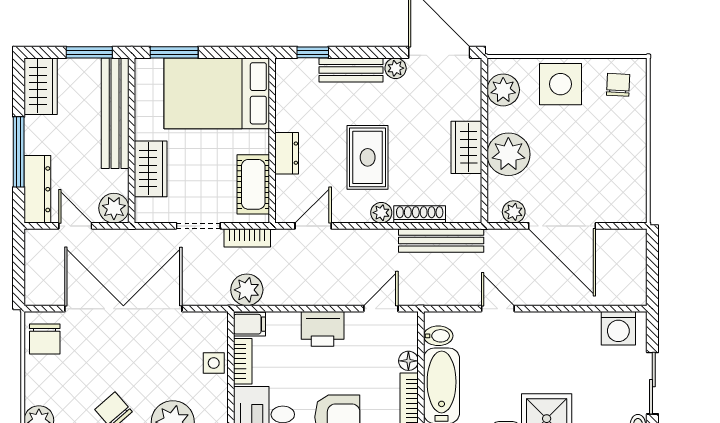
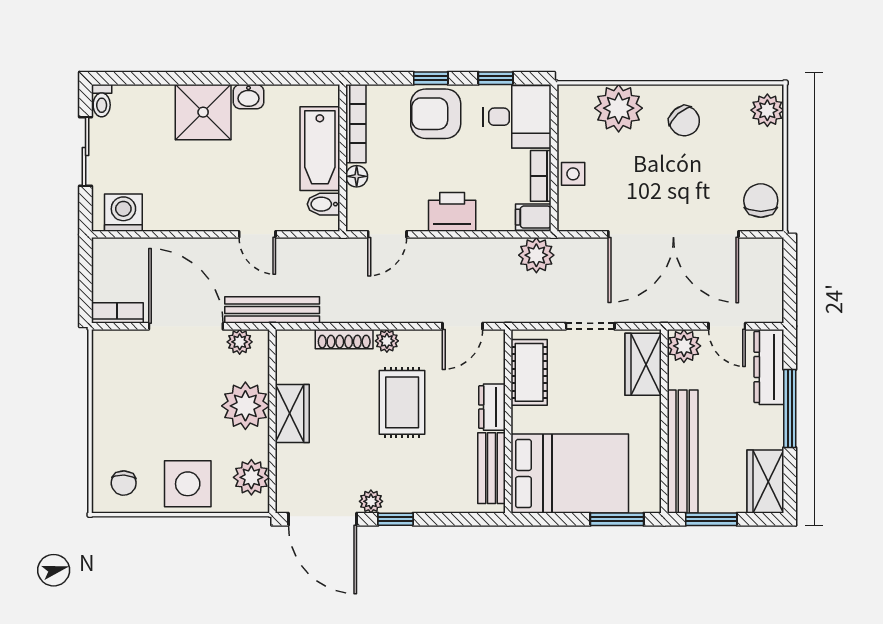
window: (313, 52) -> (396, 519), moved
bench: (351, 70) -> (491, 468), moved, turned 90
wardrobe: (151, 169) -> (643, 364), moved
bookcase: (247, 238) -> (117, 313), moved
bench: (441, 241) -> (272, 310), moved

